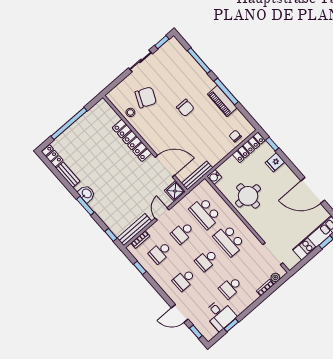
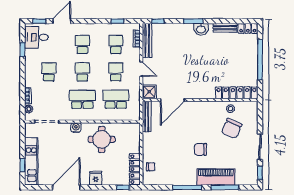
piano: (222, 101) -> (216, 177), moved, width x1.37, depth x1.33
locker: (132, 140) -> (236, 93), moved
fridge: (275, 162) -> (96, 178), moved
water cooler: (214, 177) -> (76, 128), moved
desk: (220, 315) -> (36, 37), moved

